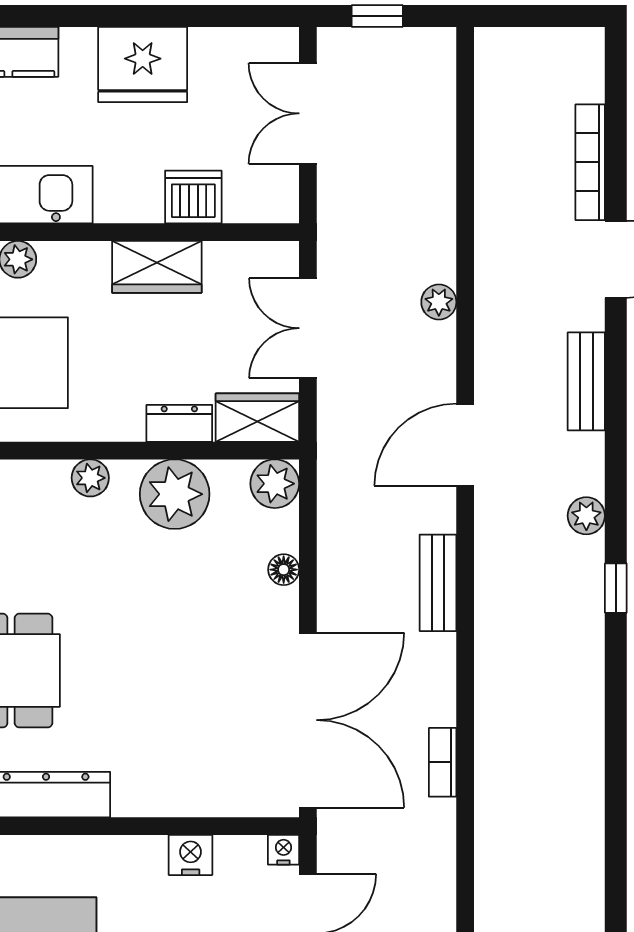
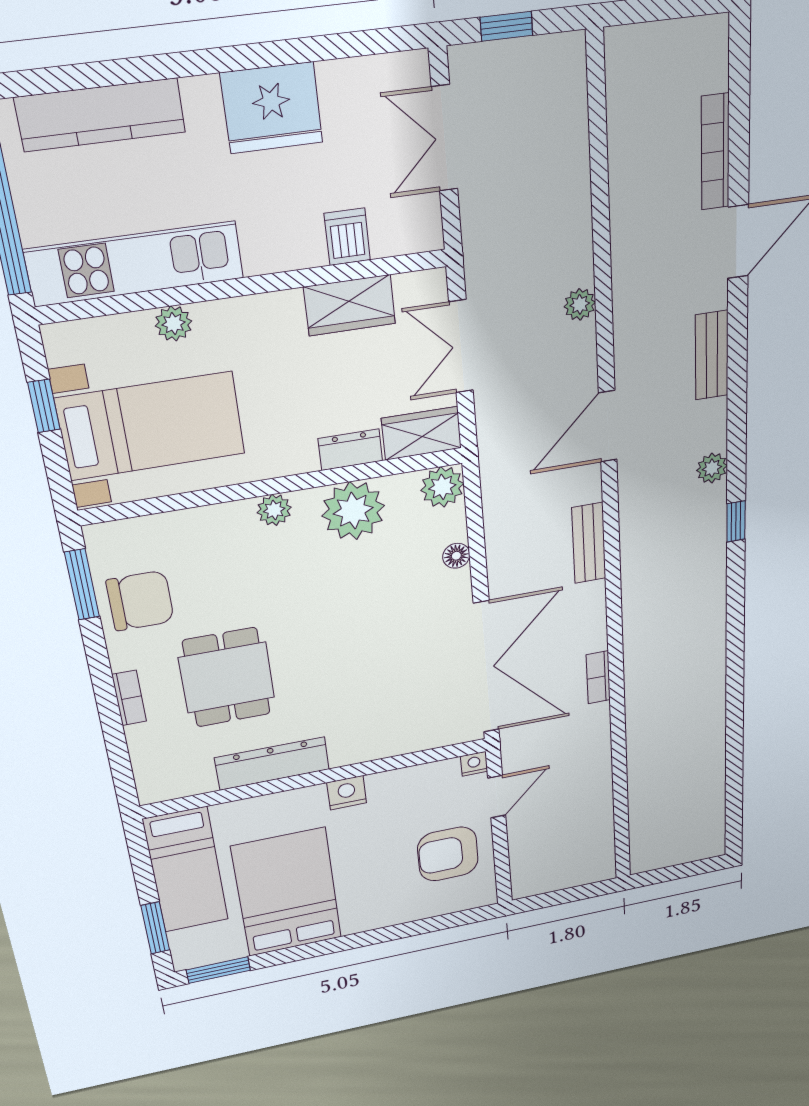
dishwasher: (193, 197) -> (347, 237), width x0.73
wardrobe: (157, 267) -> (350, 305), moved
nightstand: (191, 855) -> (347, 793), moved

